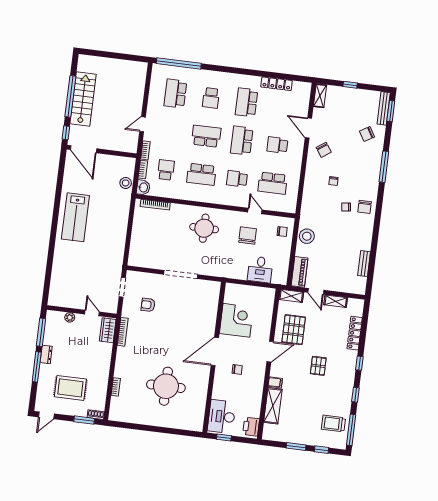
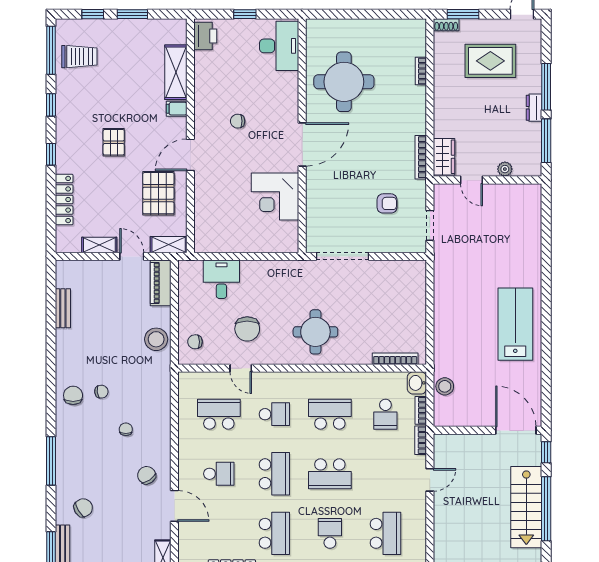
corner desk: (236, 320) -> (275, 197), moved
door: (215, 352) -> (302, 144), moved
wall: (214, 357) -> (302, 136), moved
desk: (222, 416) -> (279, 46), moved

